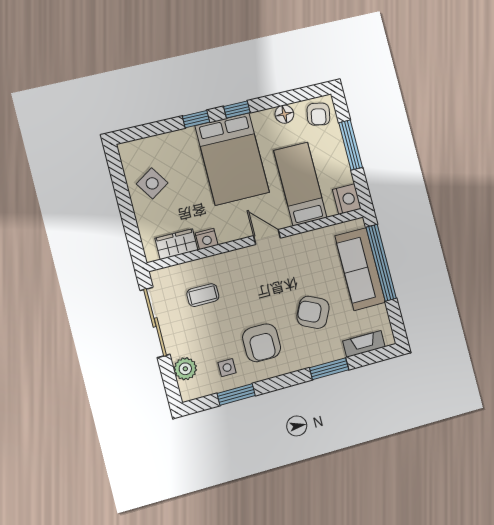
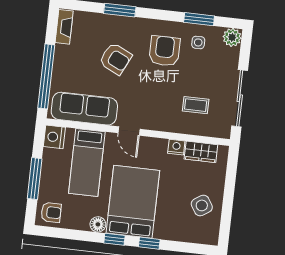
floor lamp: (284, 114) -> (98, 224), moved
armchair: (318, 114) -> (51, 212), turned 79
sofa: (360, 269) -> (84, 109), moved, turned -90
fireplace: (364, 344) -> (64, 27), moved, turned -90
plant: (185, 369) -> (232, 37), moved

